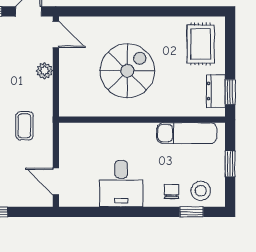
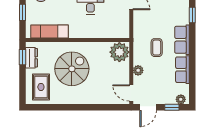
spiral stairs: (127, 71) -> (72, 69), moved, turned 180
plant: (75, 100) -> (119, 52), added
coffee table: (24, 126) -> (157, 48), moved

